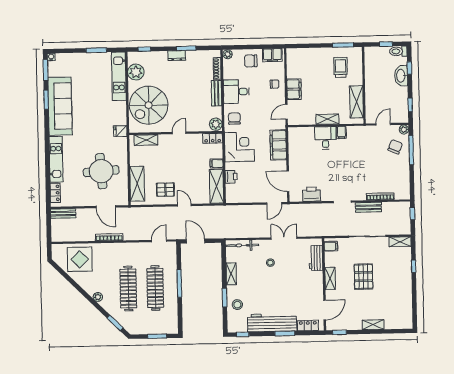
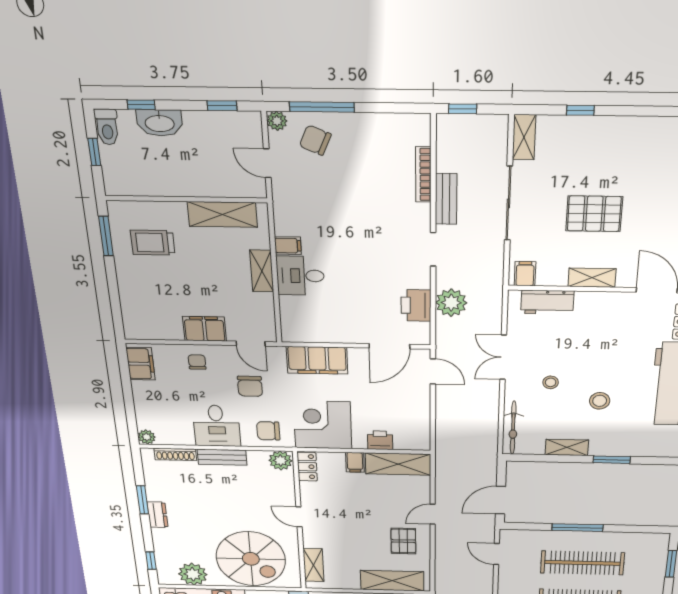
chair: (251, 61) -> (250, 386), moved
plant: (314, 211) -> (451, 303), added
stool: (237, 305) -> (600, 401), moved

